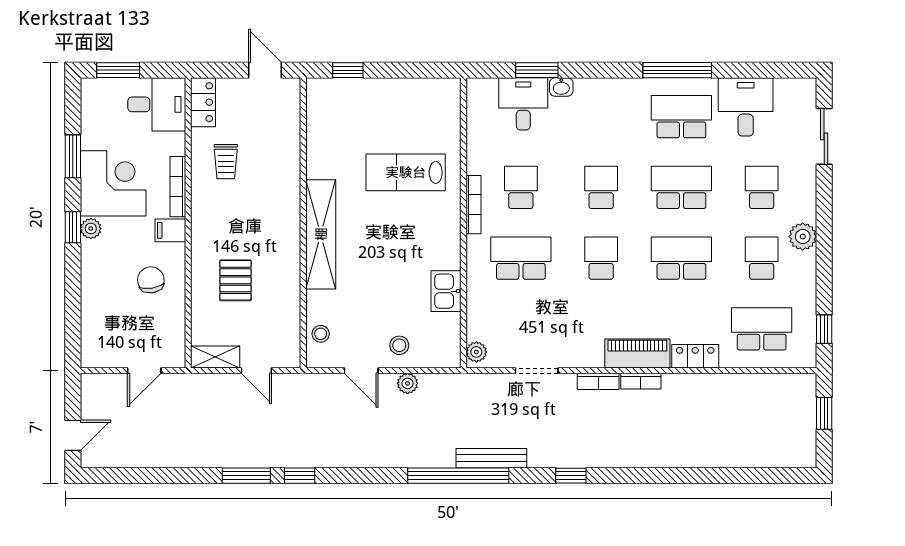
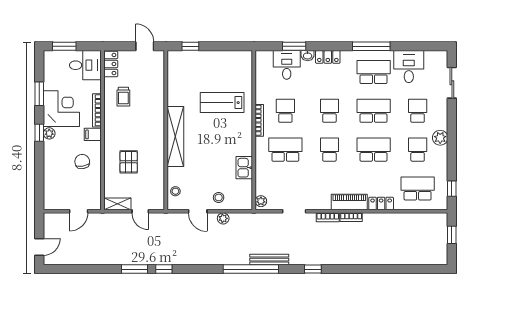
locker: (598, 89) -> (328, 57), added

